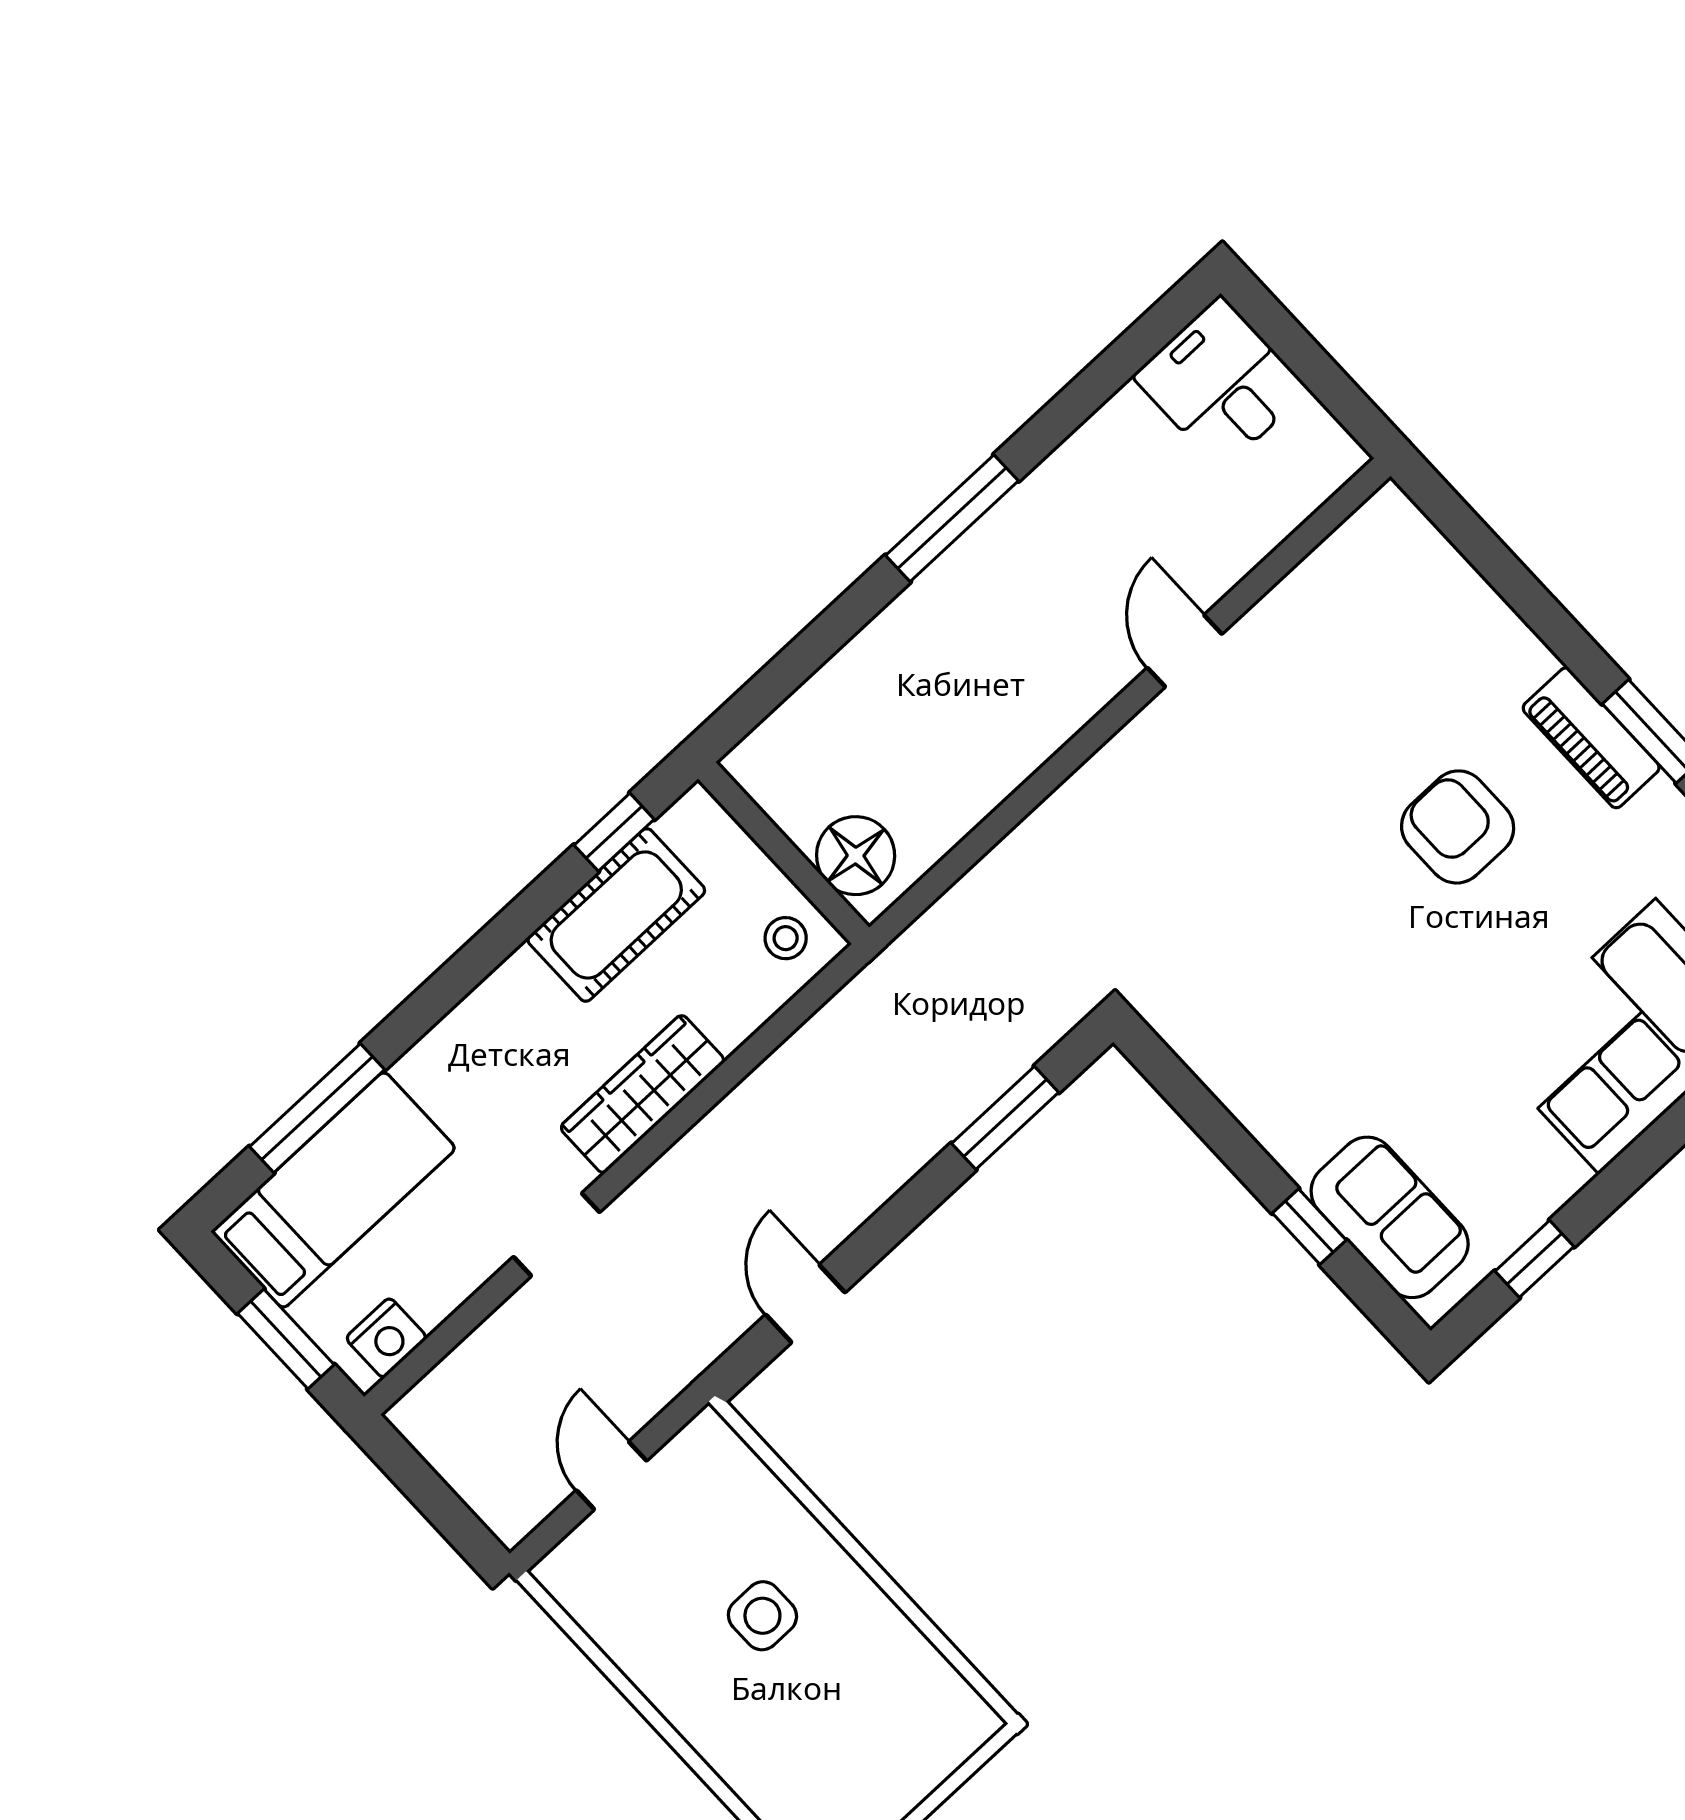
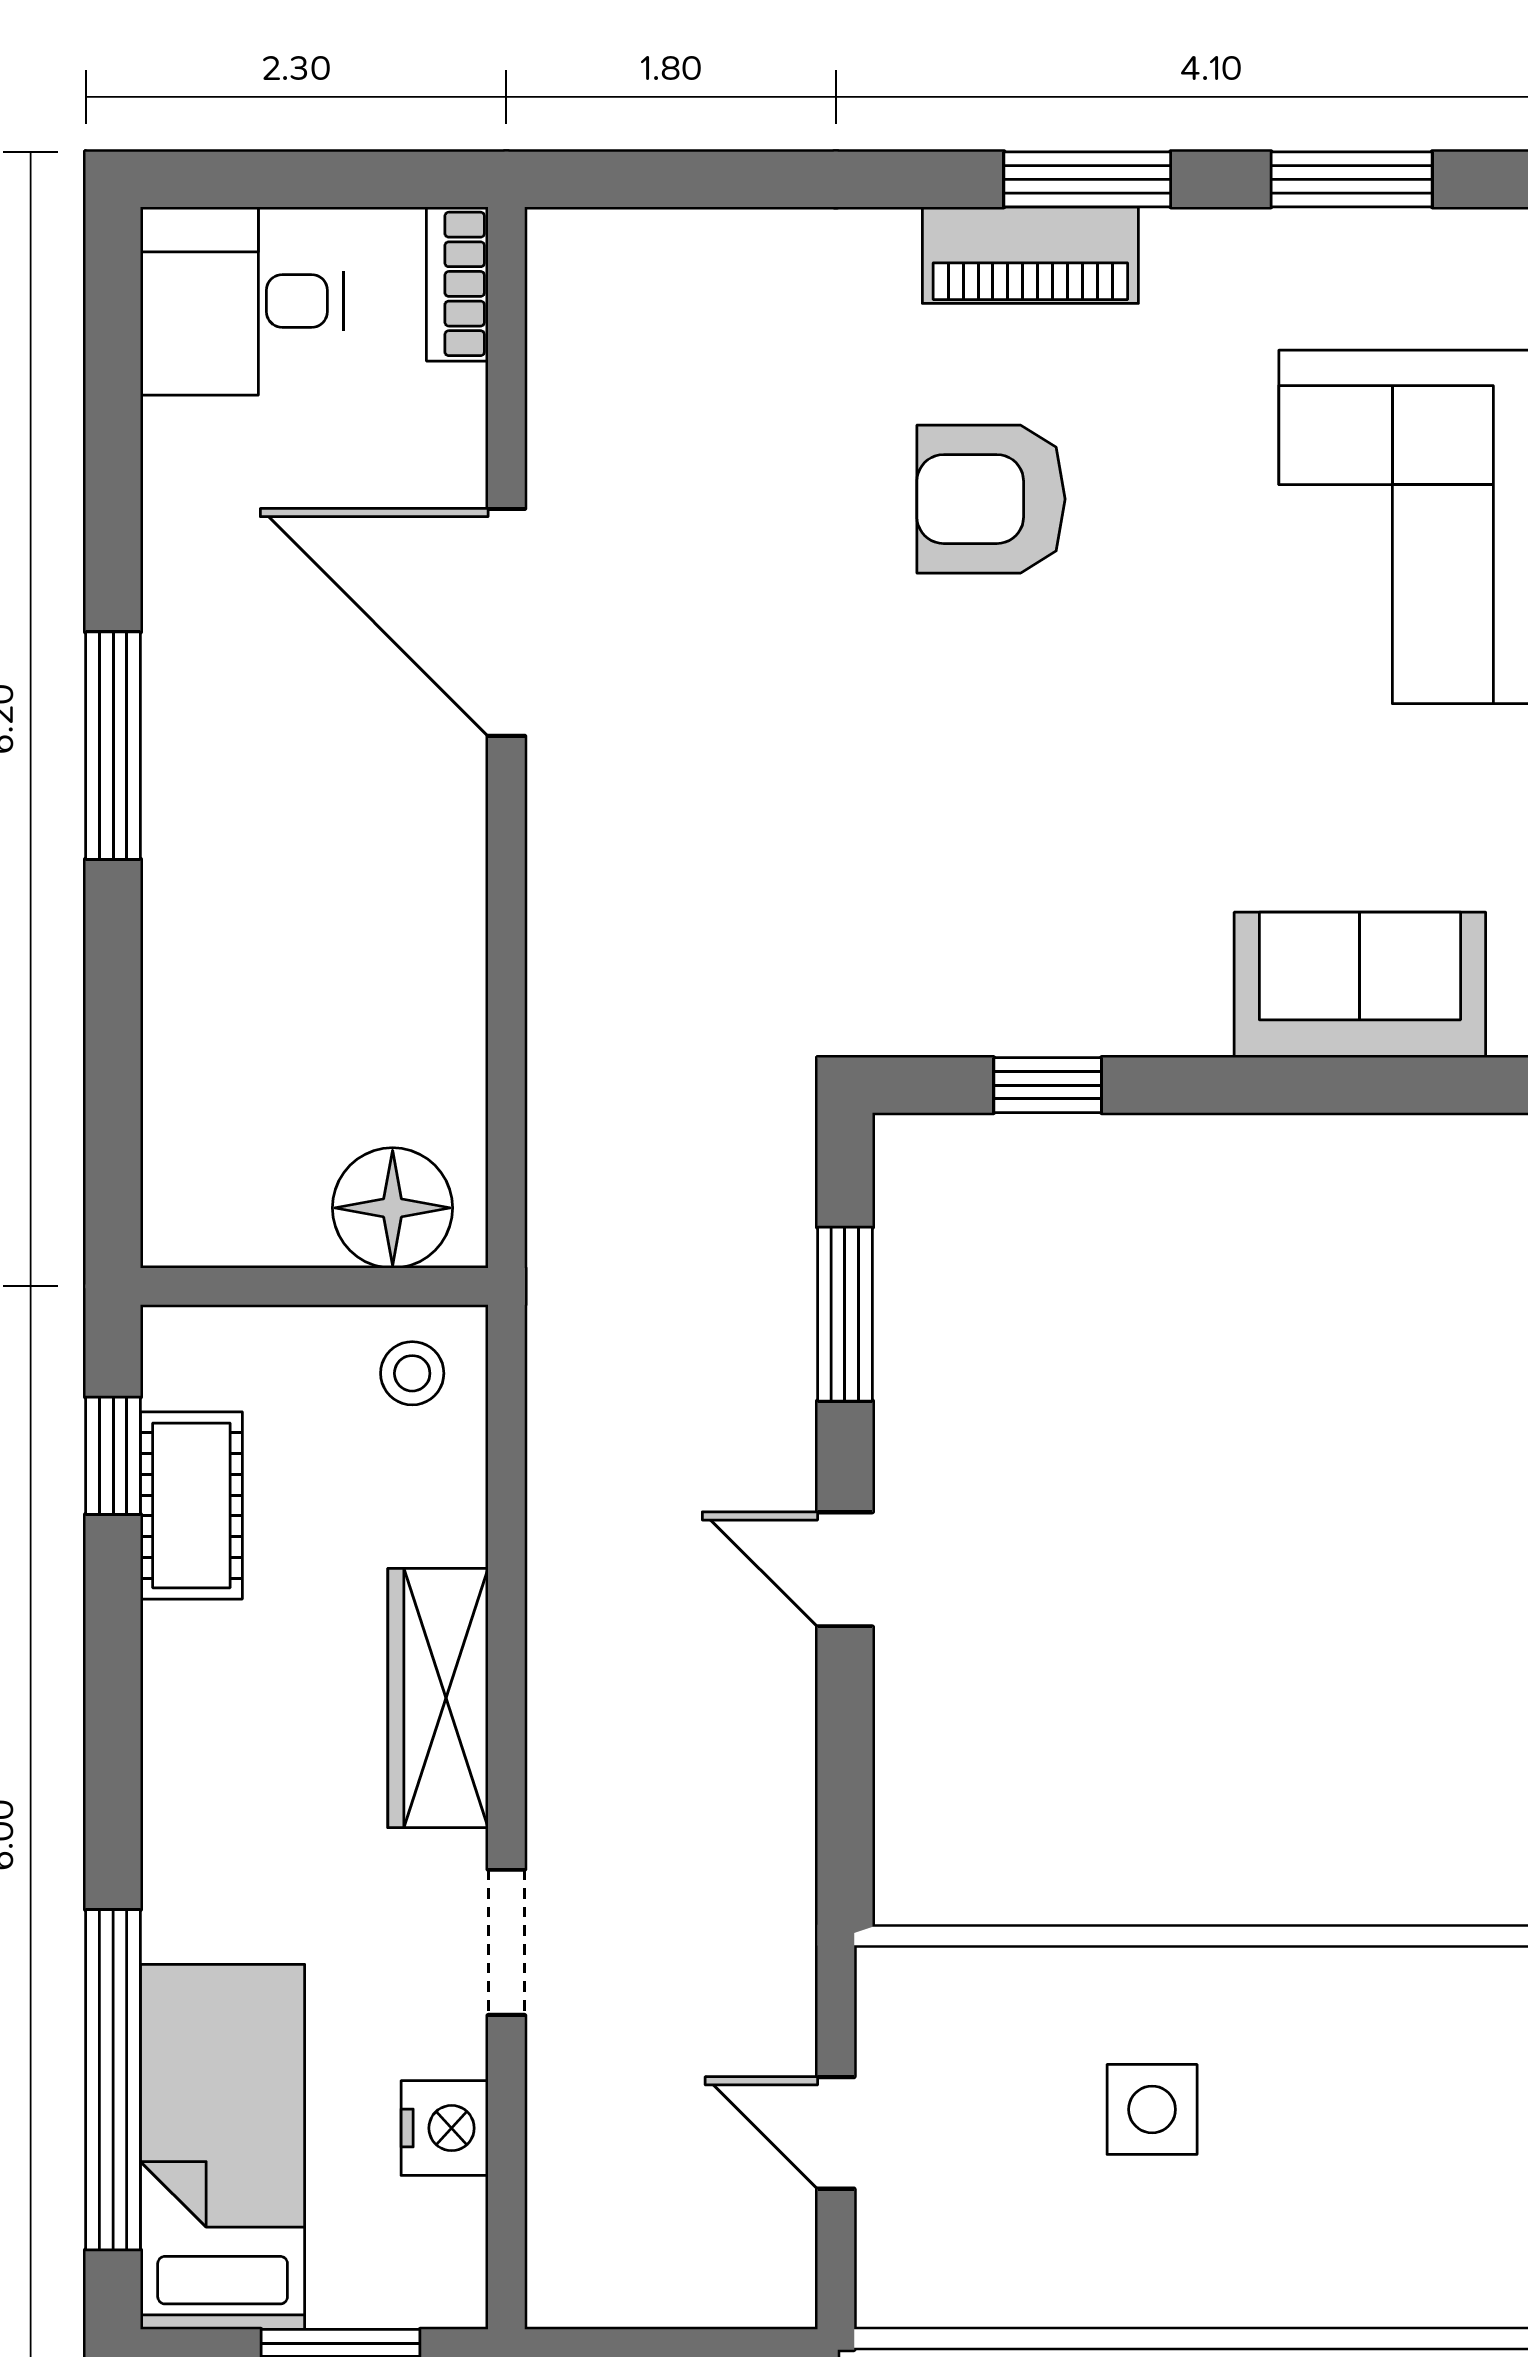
bookcase: (1324, 478) -> (457, 284), added
door: (1185, 651) -> (506, 622), width x1.87
cot: (616, 915) -> (191, 1505), width x0.73, depth x0.75
window: (317, 1108) -> (113, 2080), width x1.46
window: (1309, 1227) -> (1048, 1085), moved
door: (805, 1304) -> (845, 1569), moved
nightstand: (386, 1338) -> (445, 2128), moved

